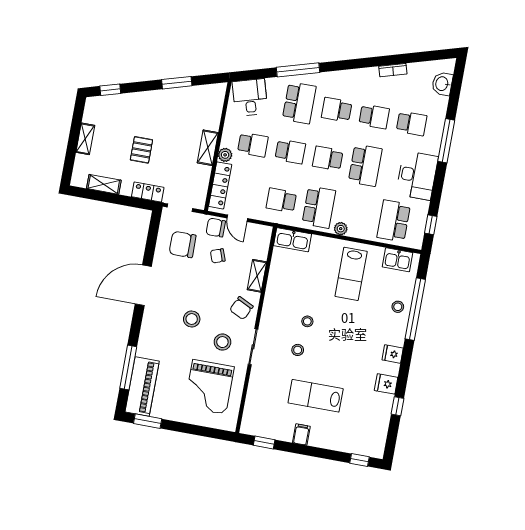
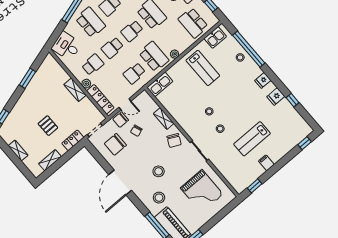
school desk: (290, 152) -> (112, 48), turned 180
stool: (222, 342) -> (159, 198), moved

